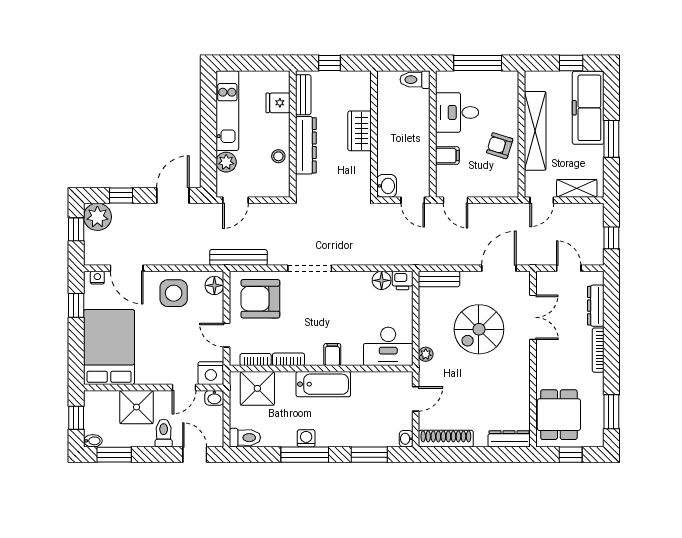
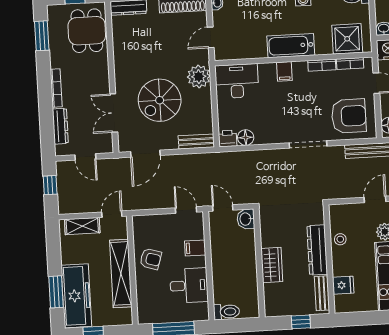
window: (611, 139) -> (56, 292), moved
spiral stairs: (479, 329) -> (160, 100), turned 180
plant: (426, 354) -> (199, 77), width x1.88, depth x1.88

